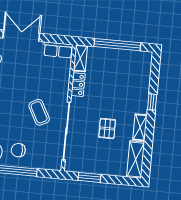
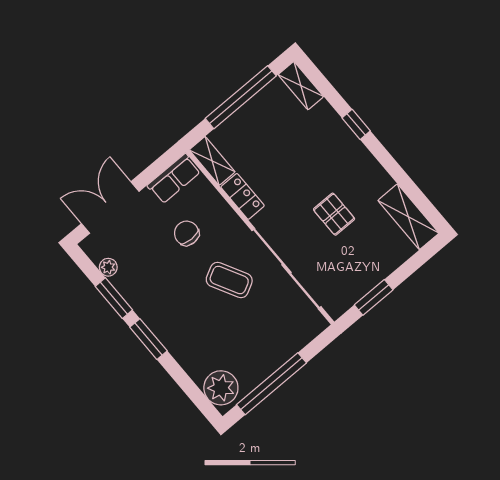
shelving: (140, 127) -> (301, 86), moved
chair: (18, 150) -> (187, 233), moved, turned 90

